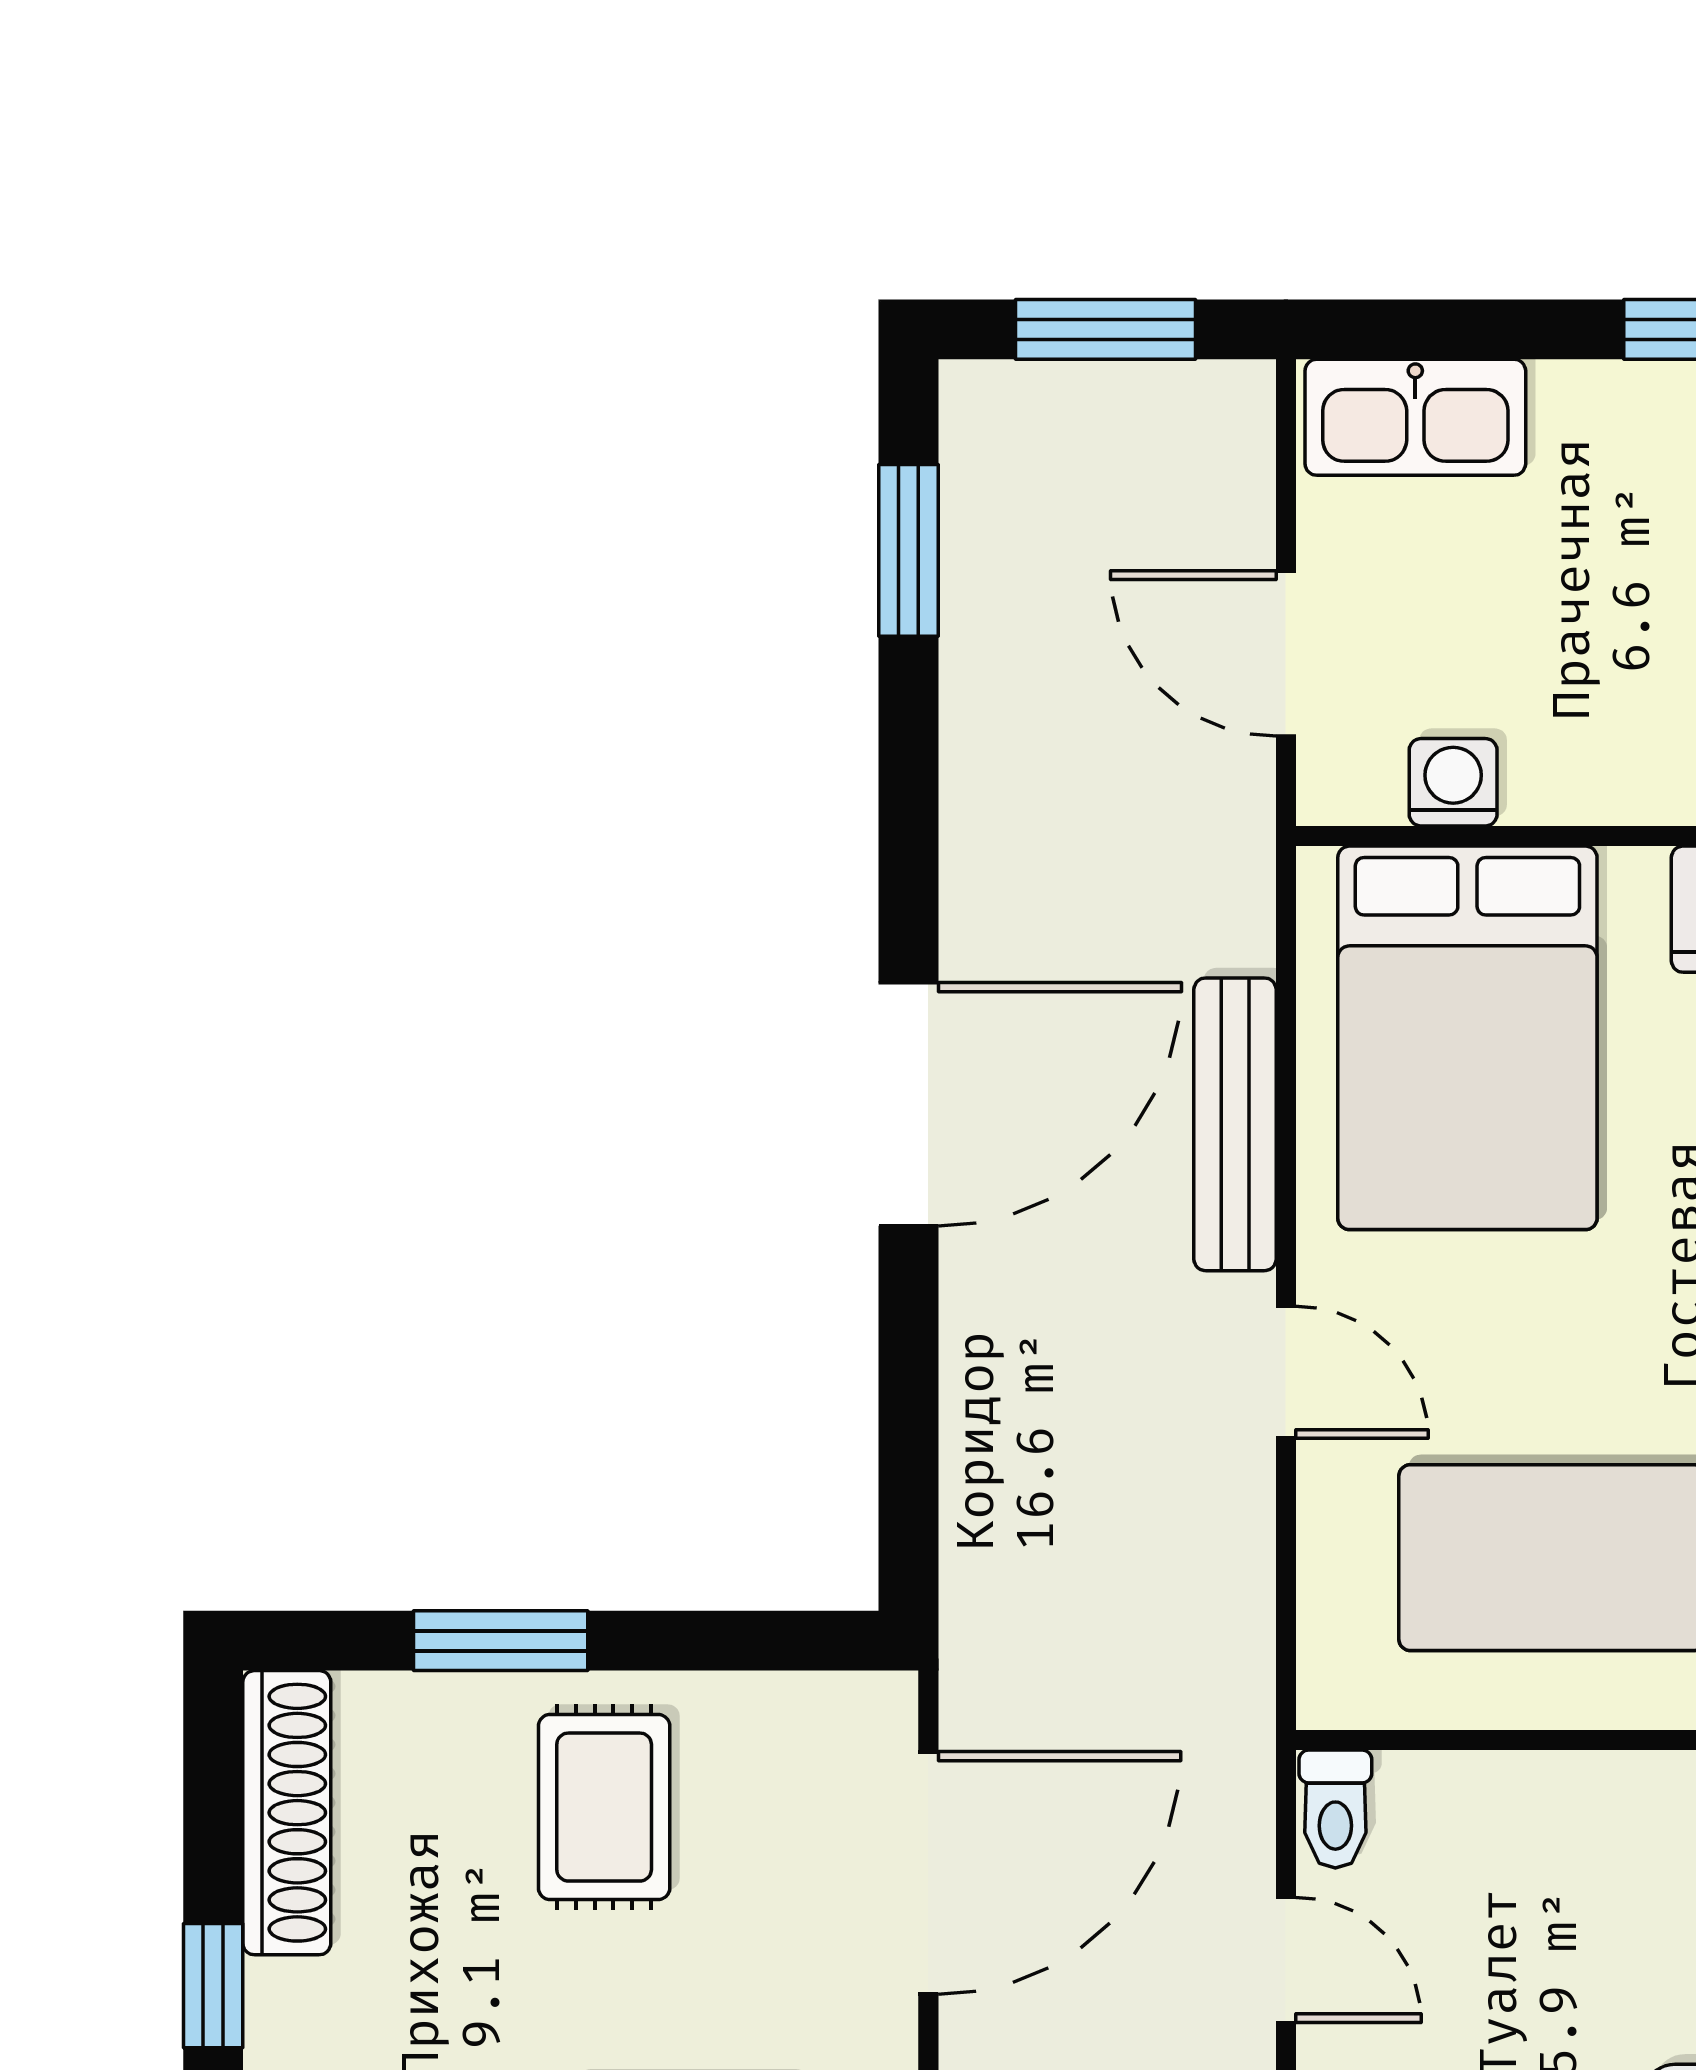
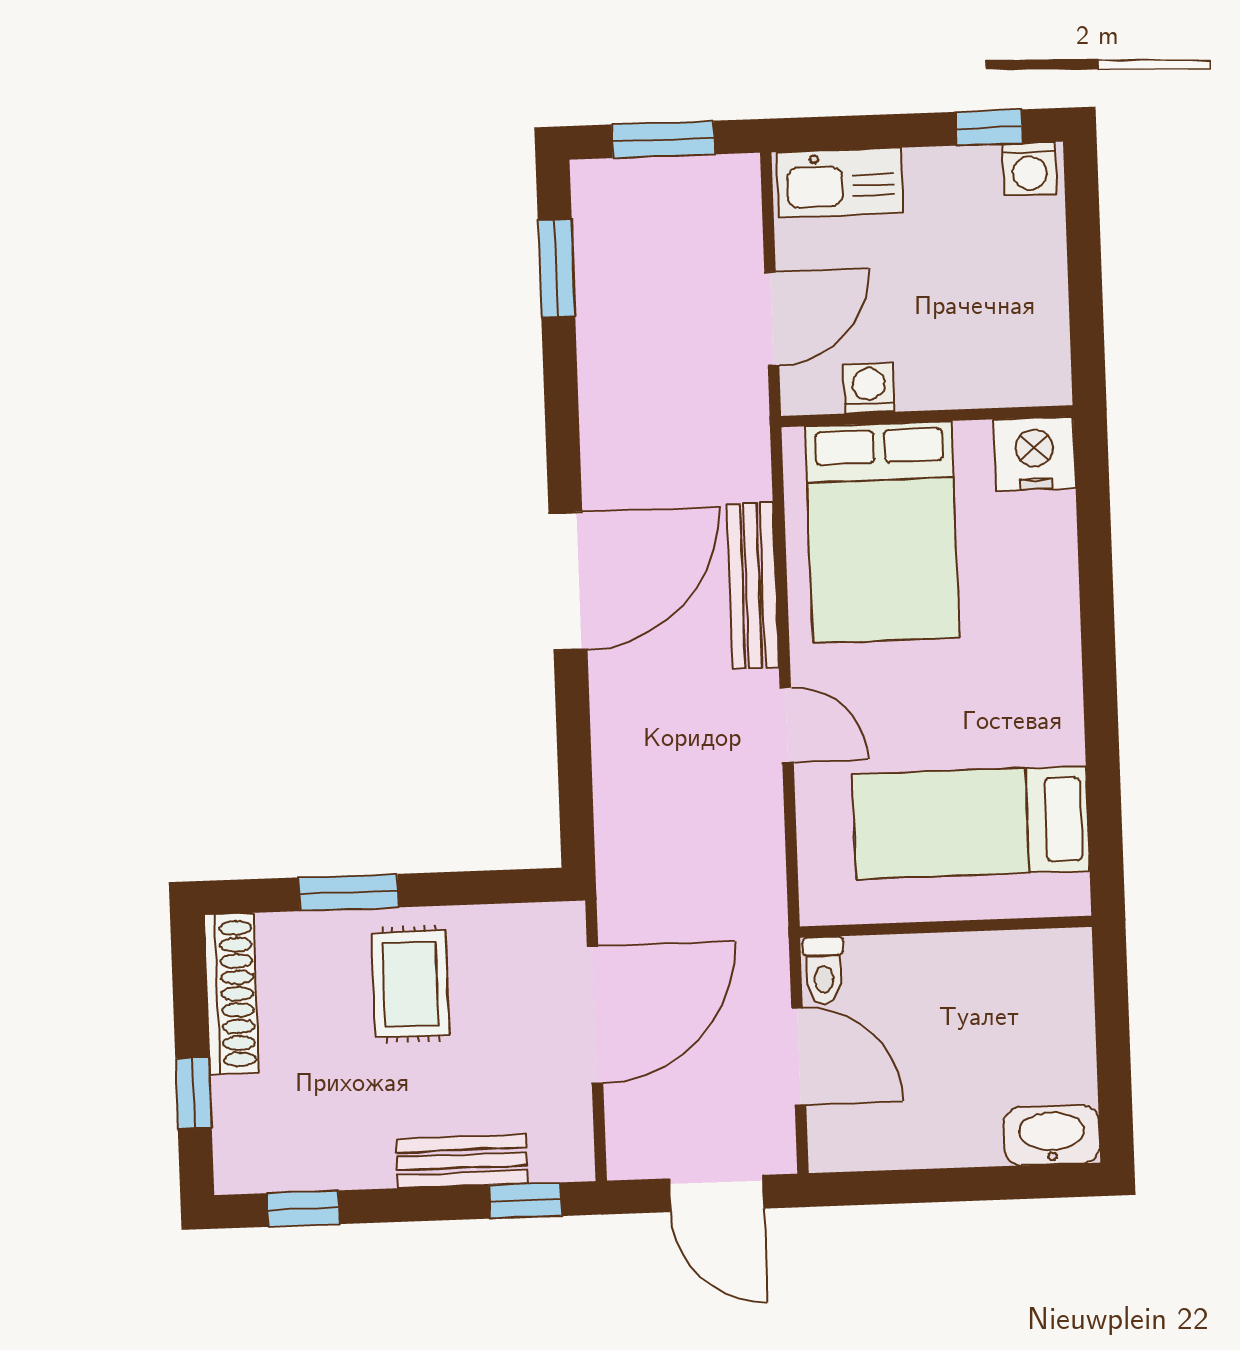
door: (1286, 653) -> (772, 319), swing flipped
door: (1286, 1960) -> (799, 1056), width x1.38

